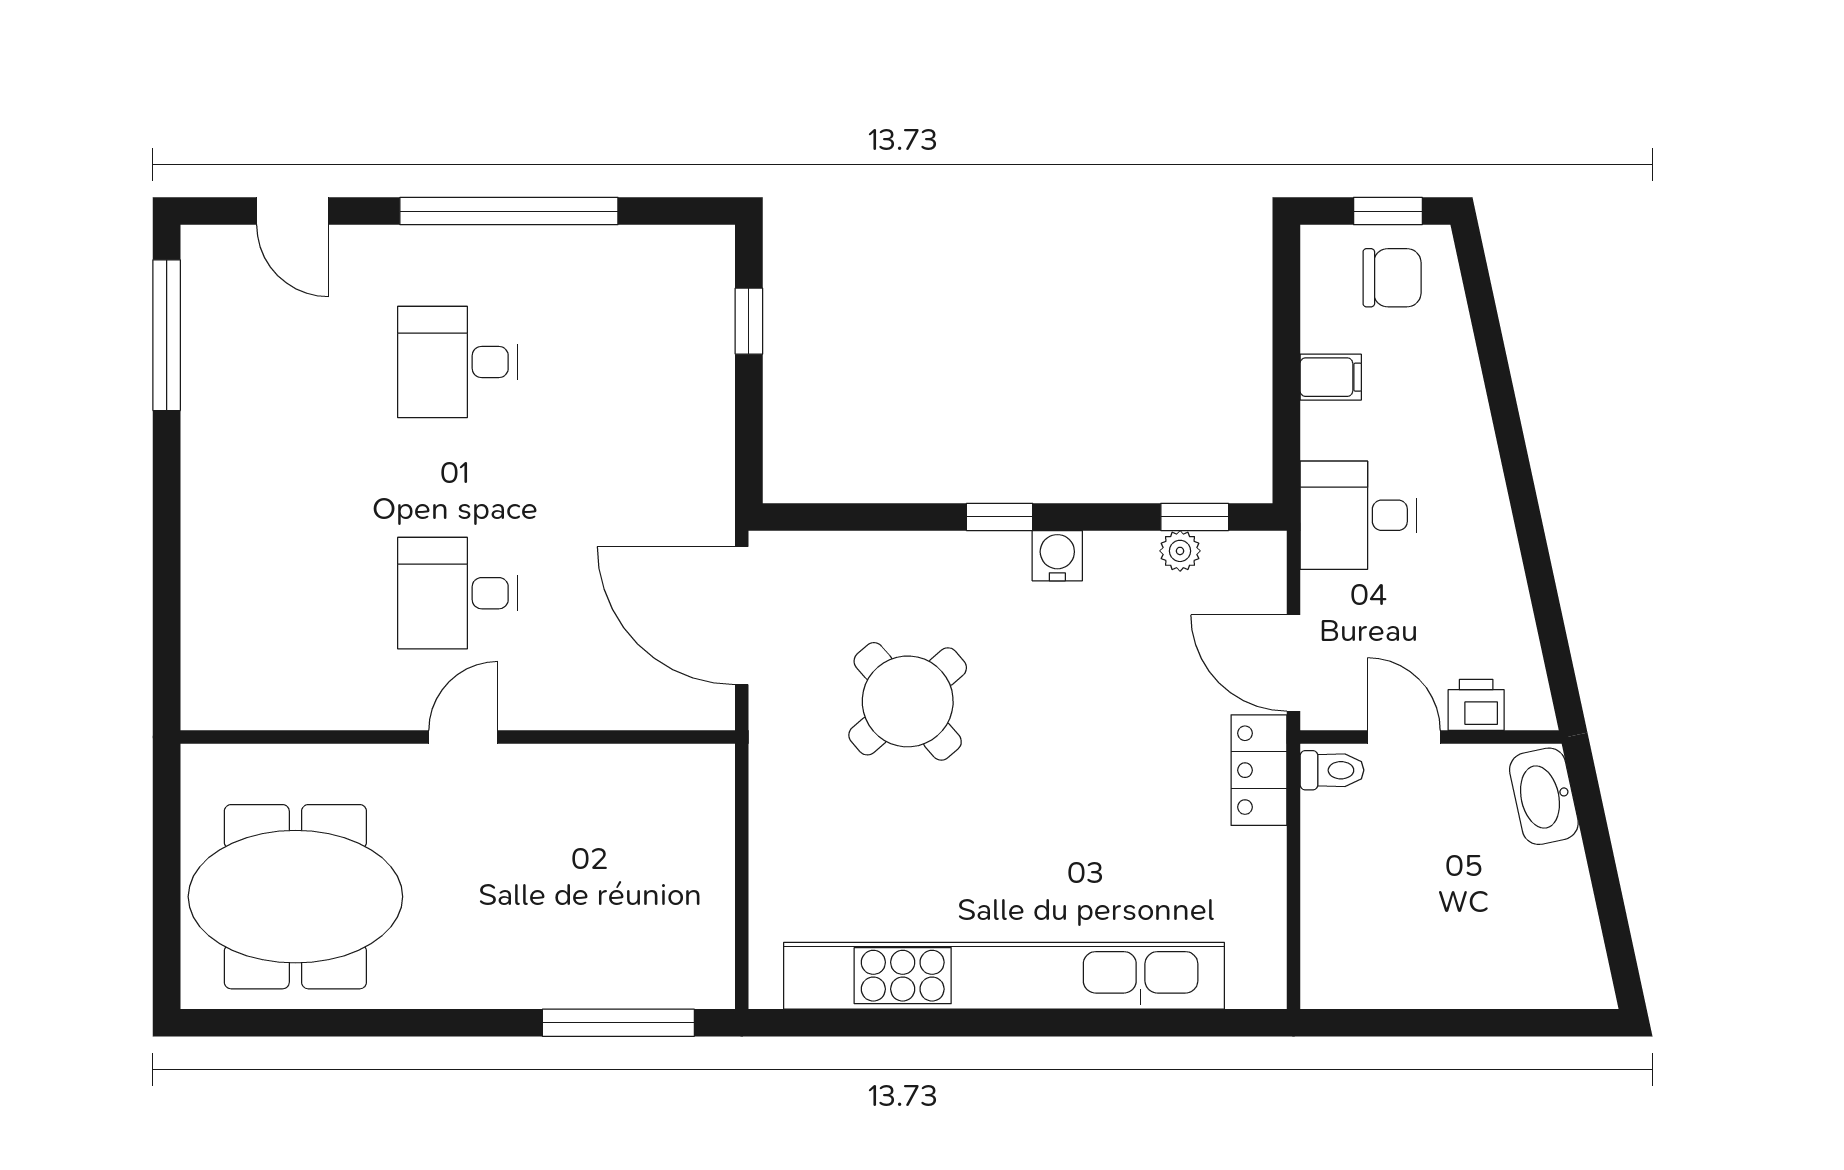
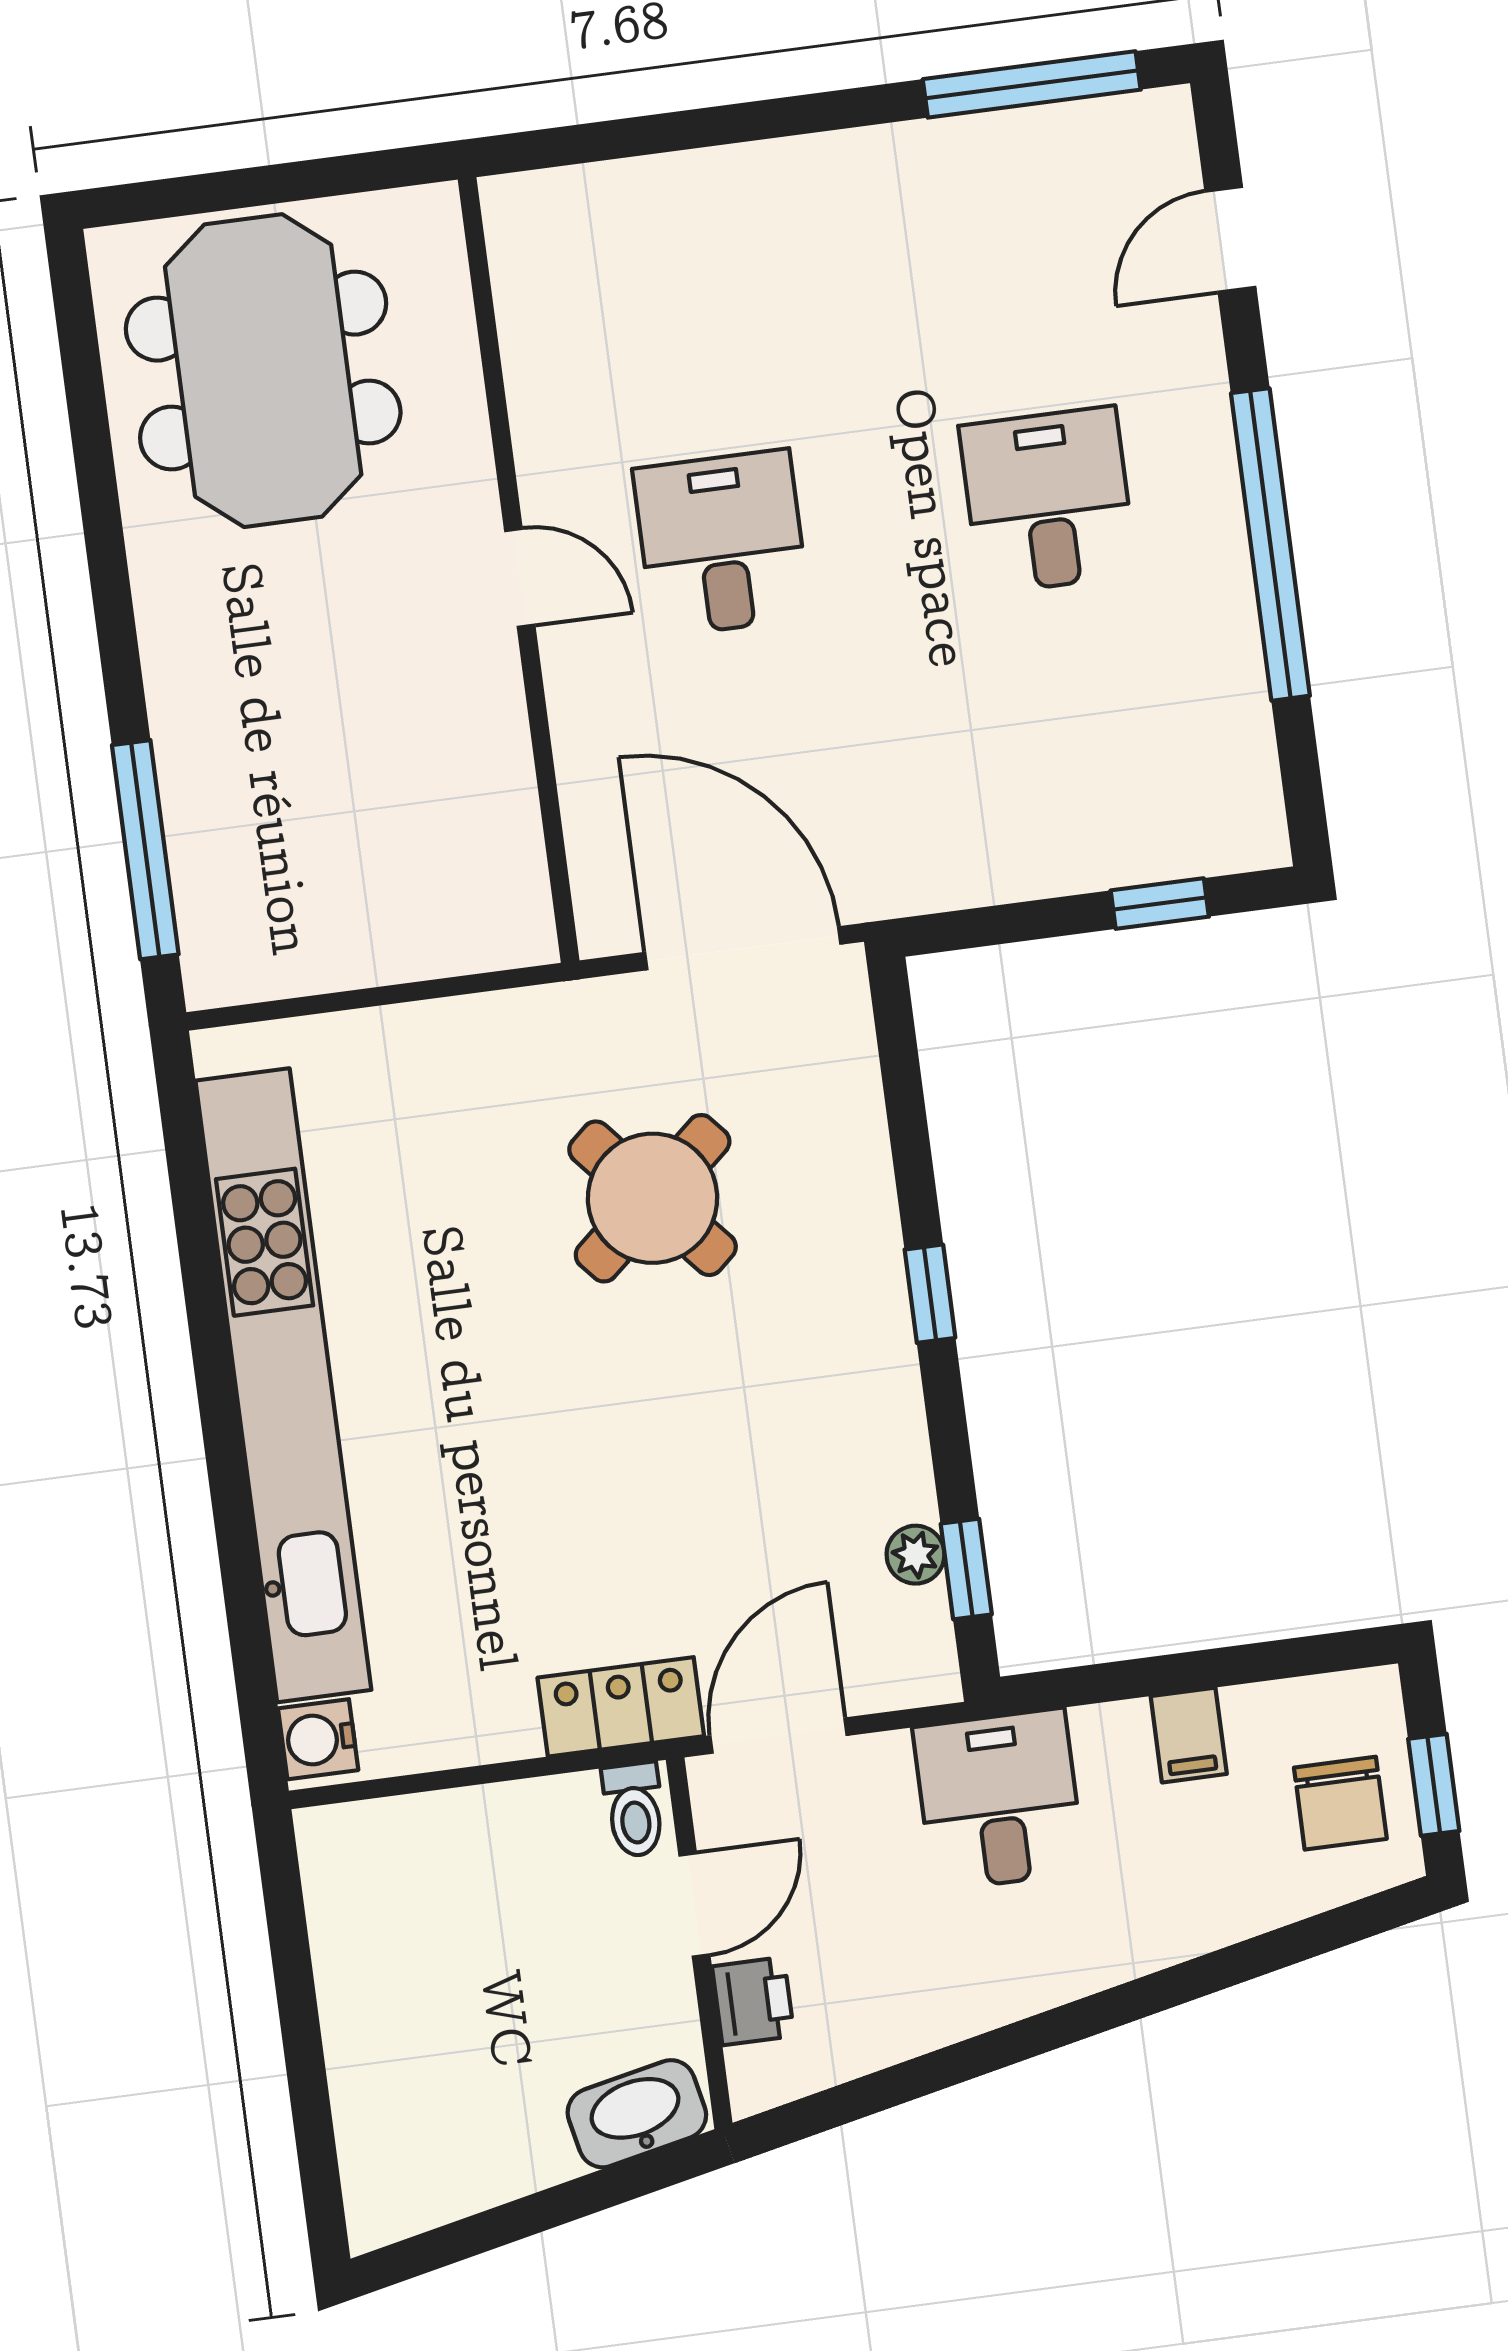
water cooler: (1057, 556) -> (318, 1739), moved, turned 180
door: (742, 616) -> (743, 948), hinge flipped

